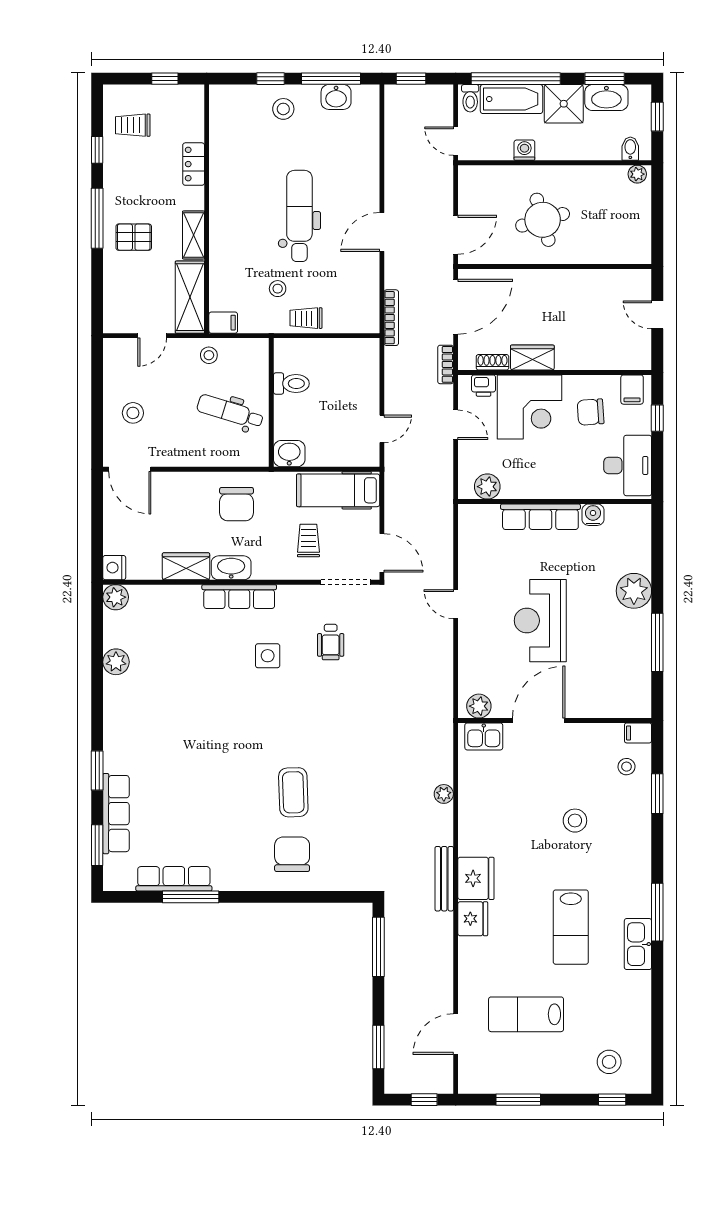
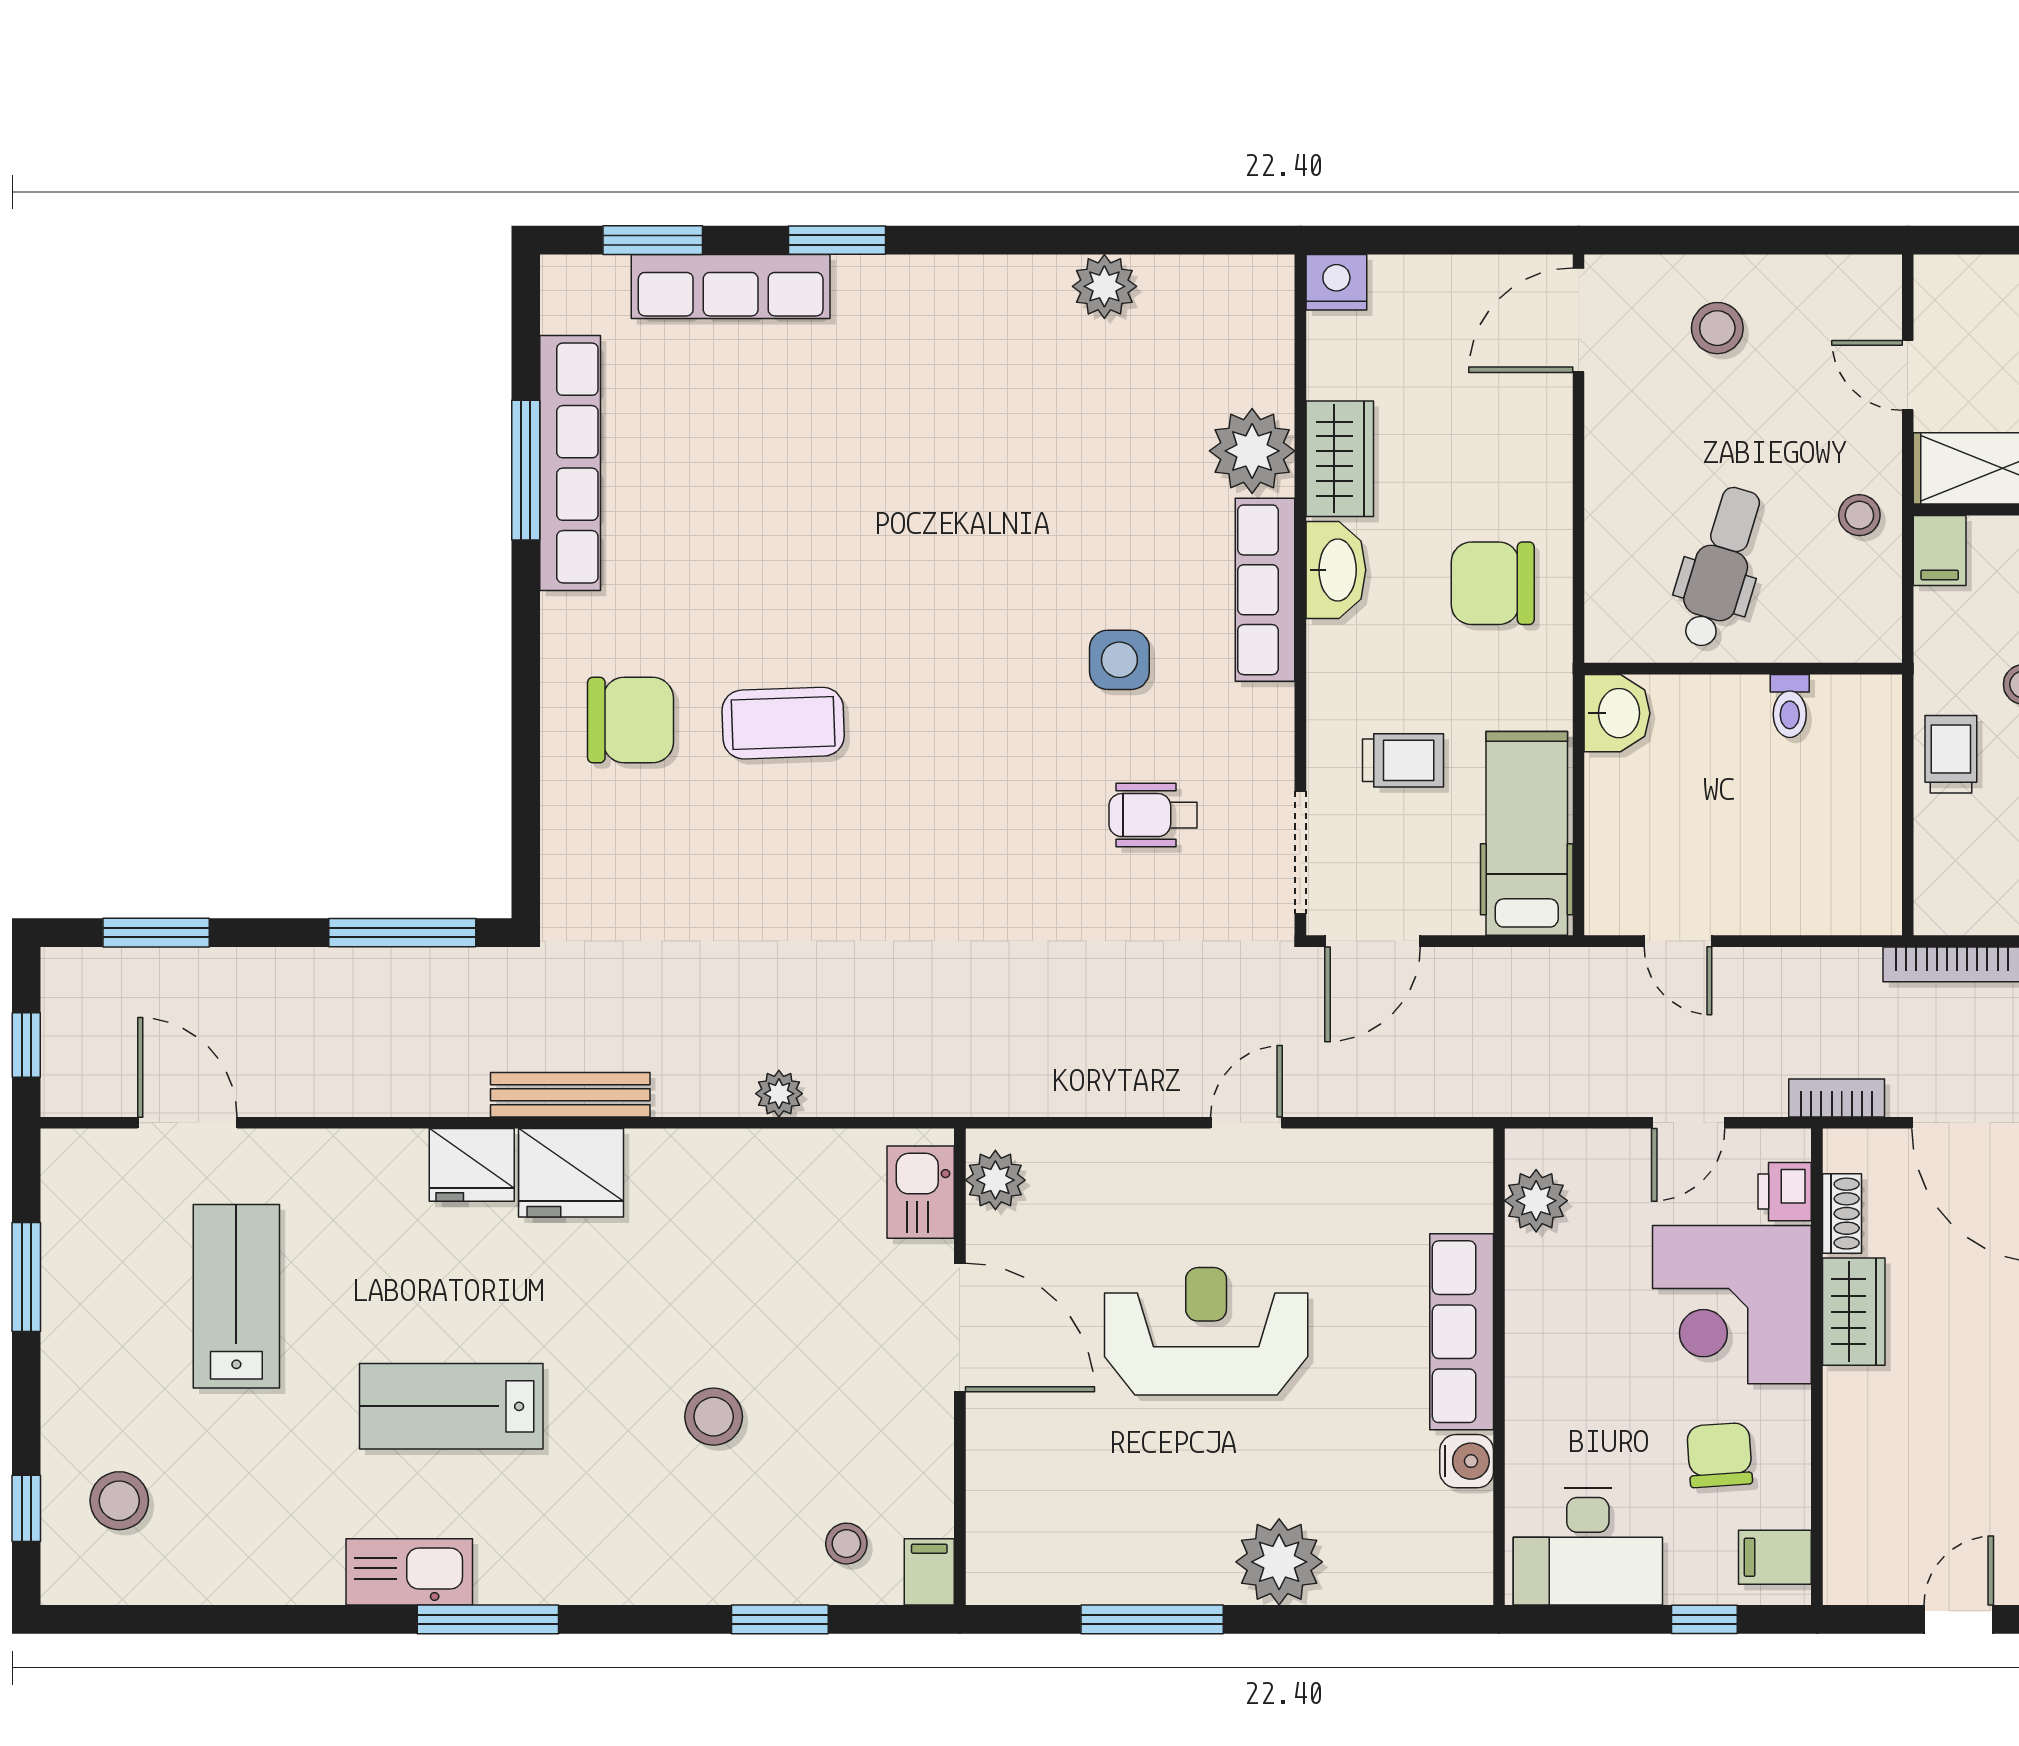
toilet: (291, 384) -> (1790, 706), width x0.73, depth x0.72
plant: (116, 597) -> (1252, 451), moved, width x1.36, depth x1.36
row of seats: (174, 879) -> (570, 463), width x1.36

